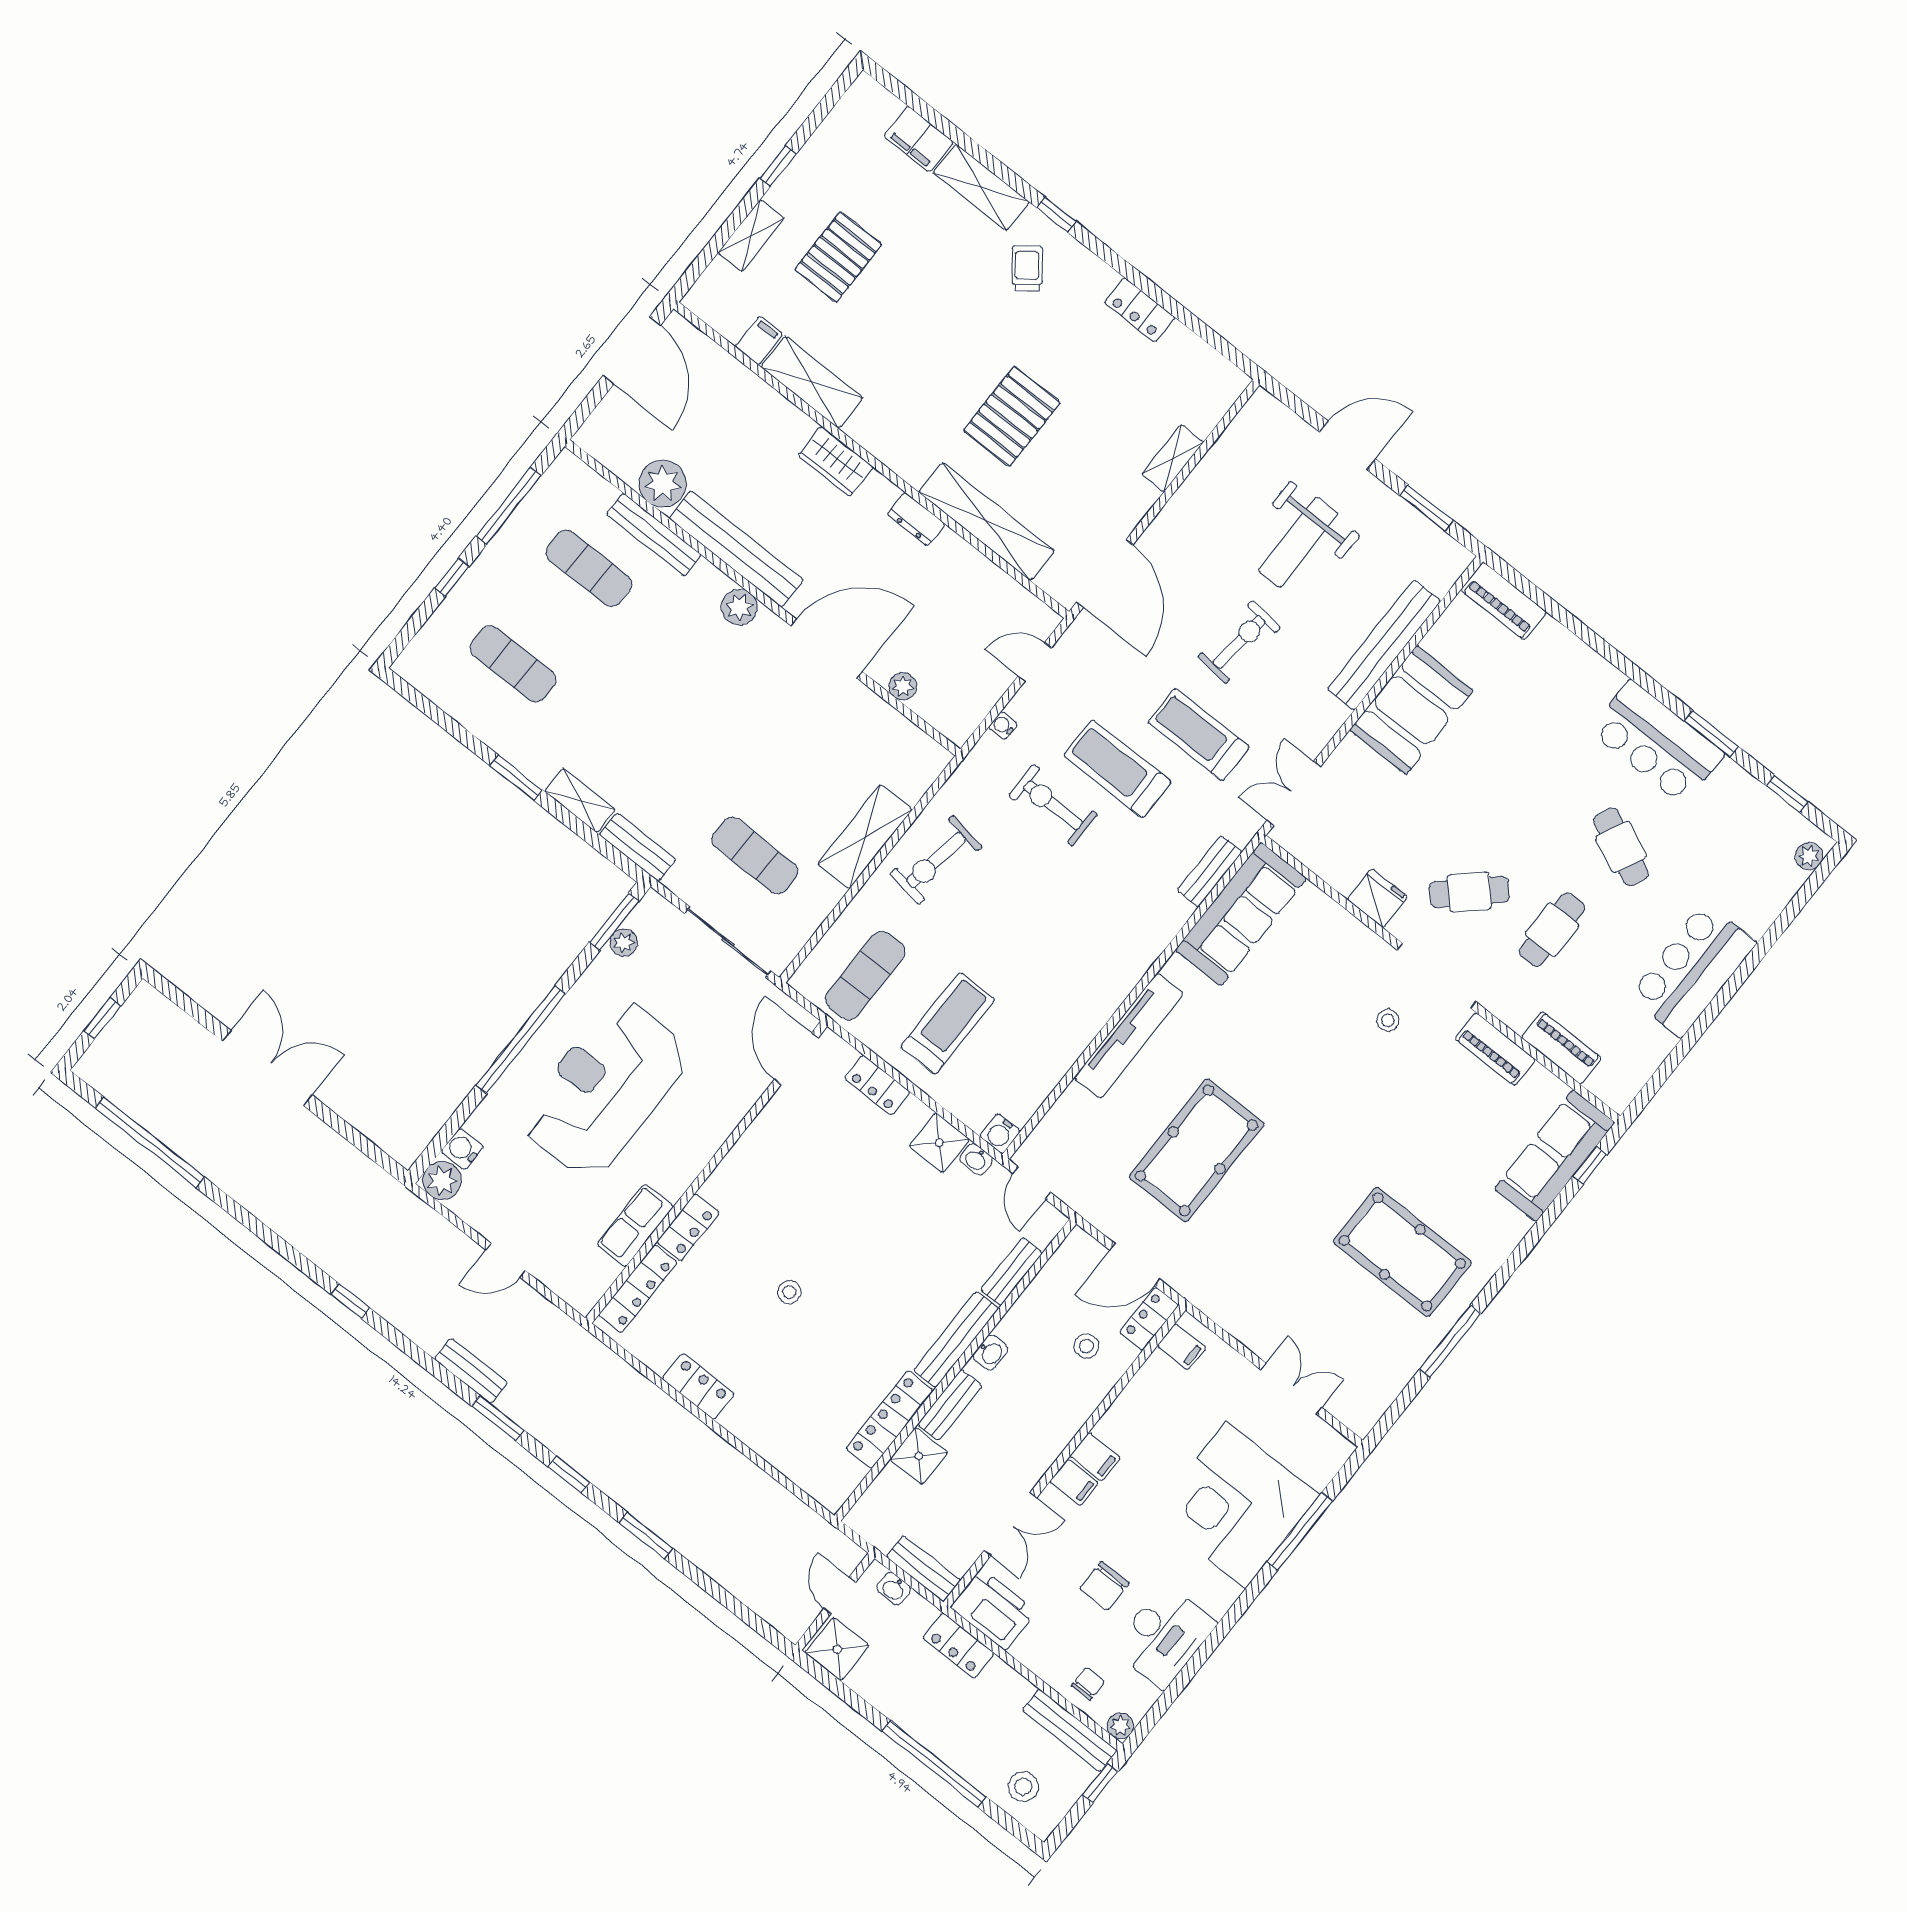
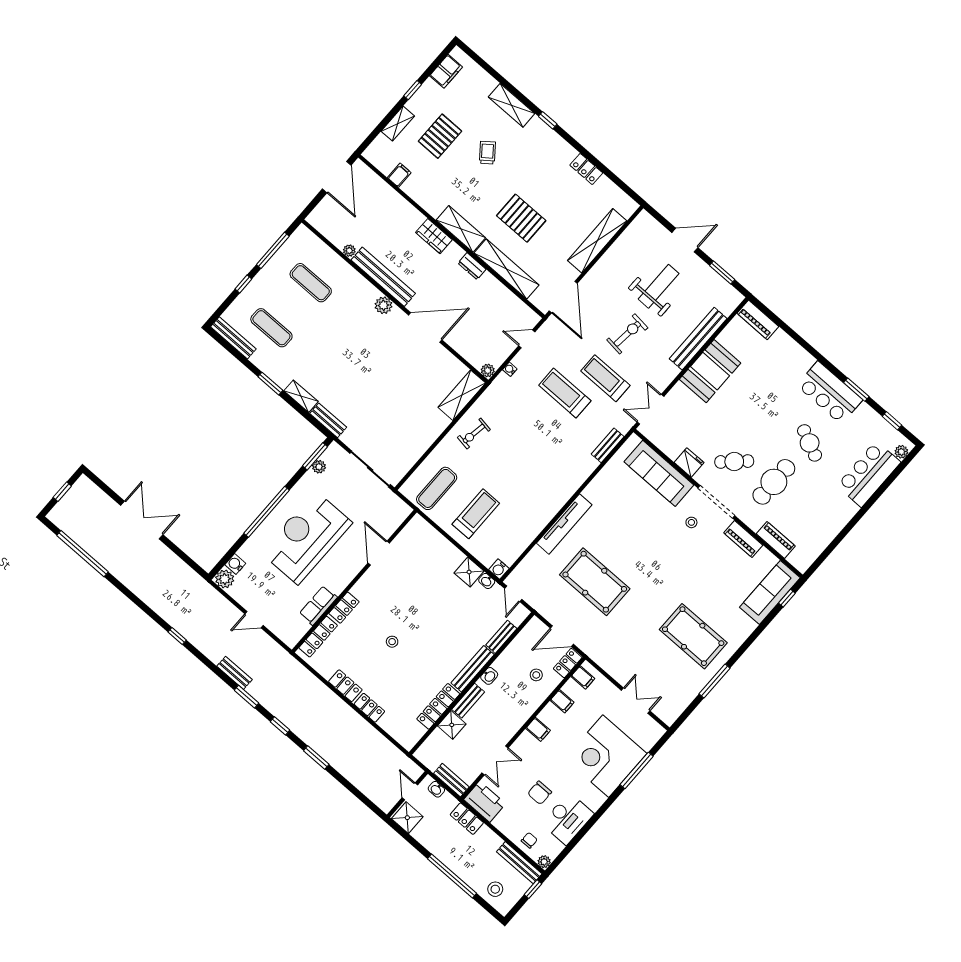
filing cabinet: (919, 139) -> (446, 71), moved, turned -90
trolley: (1027, 268) -> (487, 153), moved
shelving: (812, 382) -> (461, 229), moved
pallet: (1012, 417) -> (521, 218), turned 90
shelving: (1173, 458) -> (597, 241), width x2.20, depth x1.33
plant: (663, 484) -> (349, 251), width x0.53, depth x0.53
bench: (654, 535) -> (233, 338), moved
weight bench: (1298, 542) -> (659, 286), turned 180
plant: (903, 686) -> (488, 370), moved
exercise bike: (1053, 805) -> (532, 409), removed
shelving: (865, 837) -> (462, 395), moved
exercise mat: (755, 855) -> (385, 427), removed
exercise bike: (936, 860) -> (474, 434), width x0.73, depth x0.72
sofa: (1241, 914) -> (659, 473), moved, turned 90
cafe table: (1552, 930) -> (774, 482), width x1.37, depth x1.35
bar counter: (1693, 970) -> (869, 474), moved
door: (796, 1059) -> (379, 553), moved
locker: (877, 1085) -> (369, 708), moved, turned 180
pool table: (1197, 1150) -> (595, 582), turned 90
filing cabinet: (1074, 1482) -> (562, 701), moved

